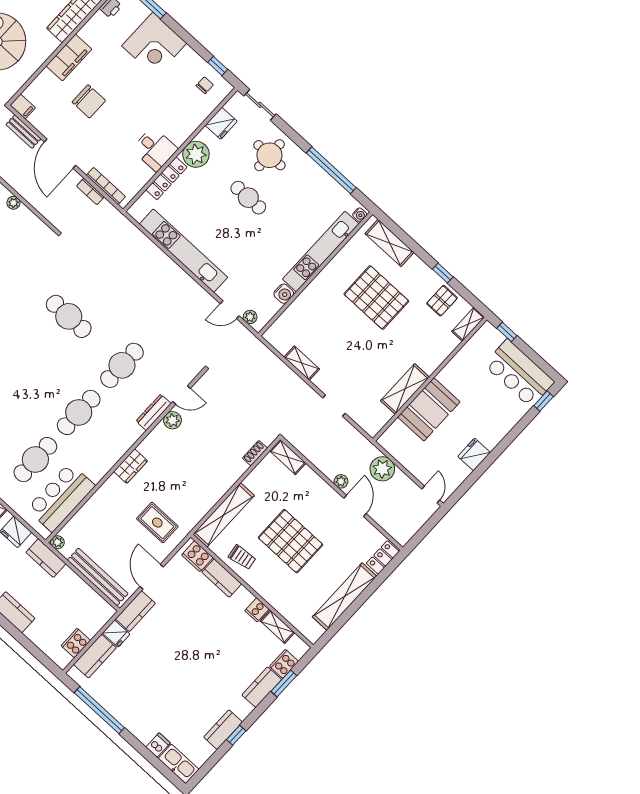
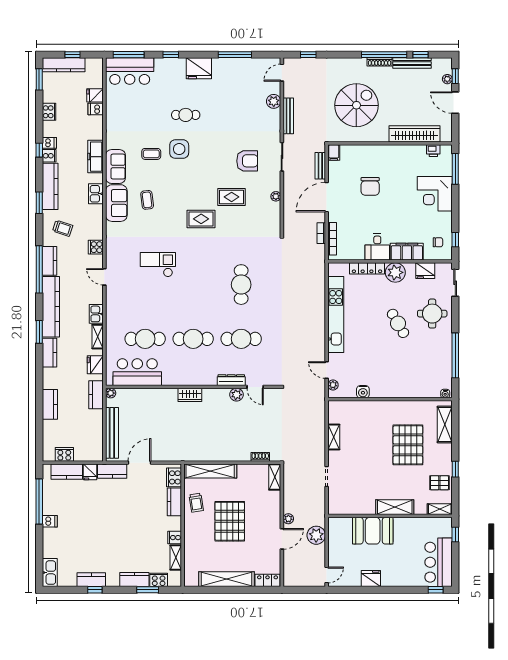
filing cabinet: (69, 57) -> (407, 252), moved, turned 180
cafe table: (248, 198) -> (398, 323), turned -30
kitchen unit: (321, 252) -> (405, 391), removed
shelving: (405, 389) -> (395, 507), moved
rug: (157, 523) -> (172, 438), removed
dishwasher: (158, 745) -> (50, 521), moved

